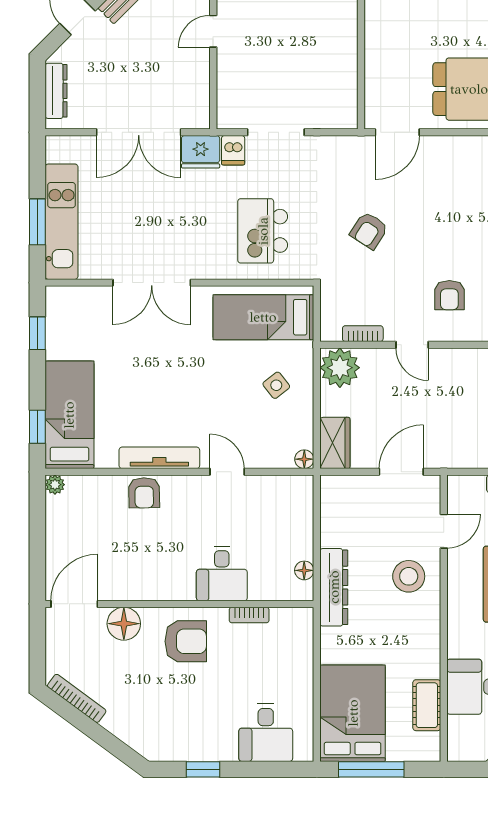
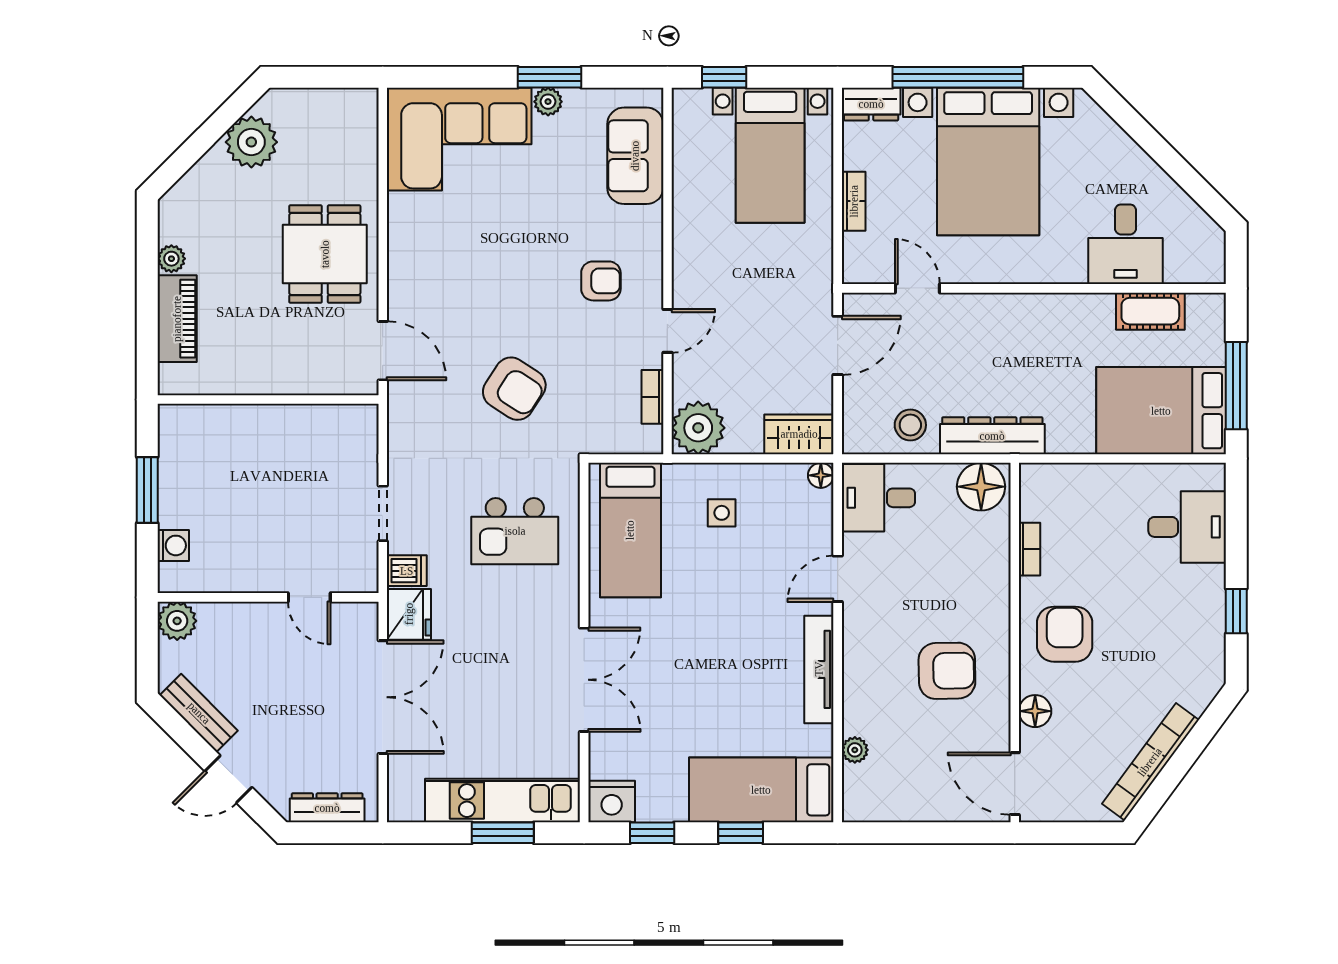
door: (213, 31) -> (309, 597), moved
doorway: (276, 132) -> (383, 513), width x0.73
armchair: (369, 230) -> (514, 389), width x1.38, depth x1.38
nightstand: (61, 303) -> (612, 801), added
side table: (276, 385) -> (722, 513), turned 38
window: (37, 427) -> (741, 833), moved
door: (401, 472) -> (838, 345), swing flipped
plant: (55, 485) -> (855, 750), moved
armchair: (144, 493) -> (947, 671), moved, width x1.38, depth x1.38
floor lamp: (304, 570) -> (981, 487), width x1.89, depth x1.89
desk: (222, 574) -> (878, 498), moved, turned 180
stool: (409, 576) -> (910, 425), moved, width x0.73, depth x0.73
floor lamp: (124, 624) -> (1035, 711), width x0.73, depth x0.73
bookcase: (77, 698) -> (1150, 762), width x1.48, depth x1.31

